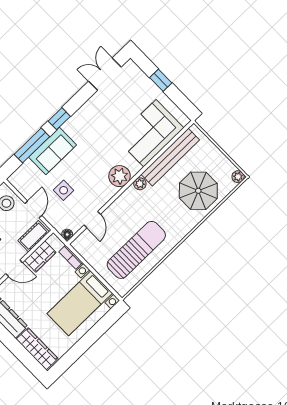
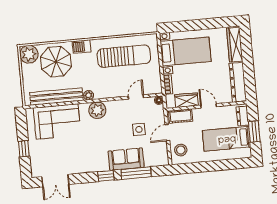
plant: (238, 177) -> (29, 54), width x1.88, depth x1.88
barbecue: (185, 226) -> (82, 47), added
sun lounger: (136, 250) -> (124, 56), turned 180

